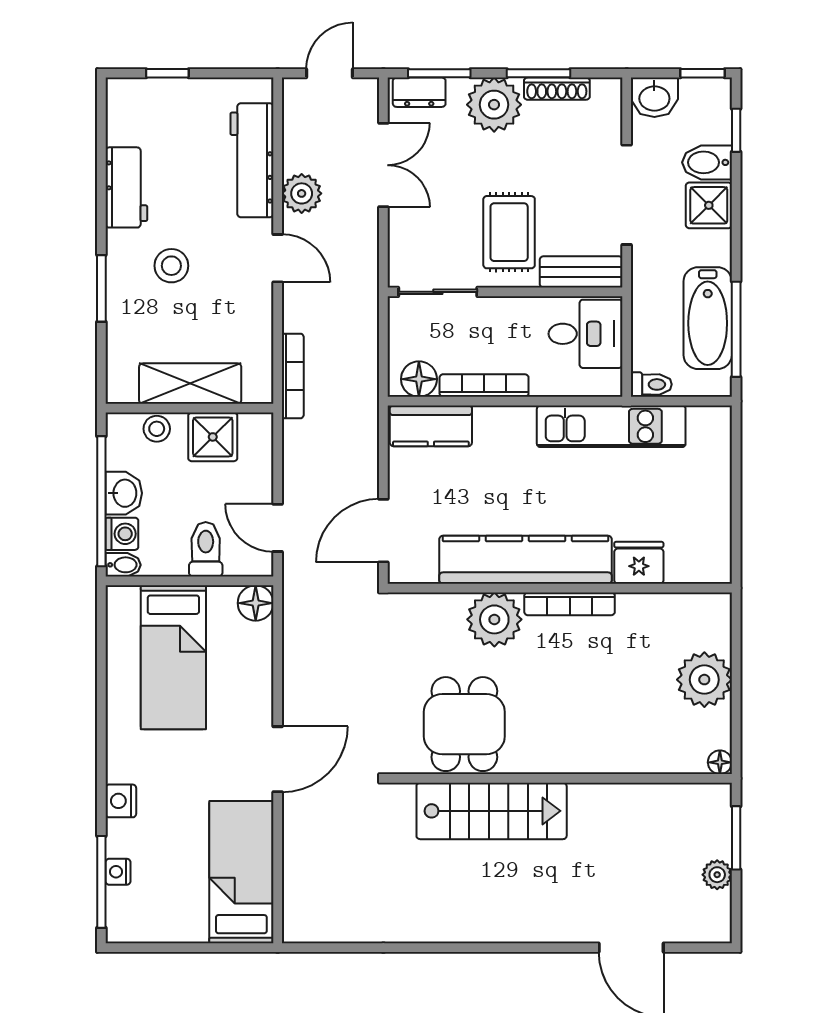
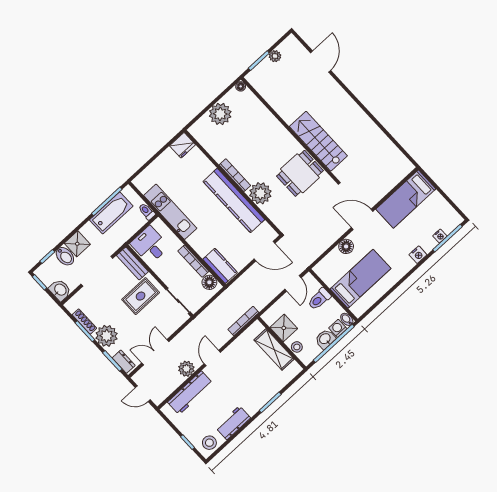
stool: (171, 266) -> (209, 443), moved
fridge: (639, 563) -> (183, 145), moved, turned -90
floor lamp: (256, 603) -> (346, 246), moved

